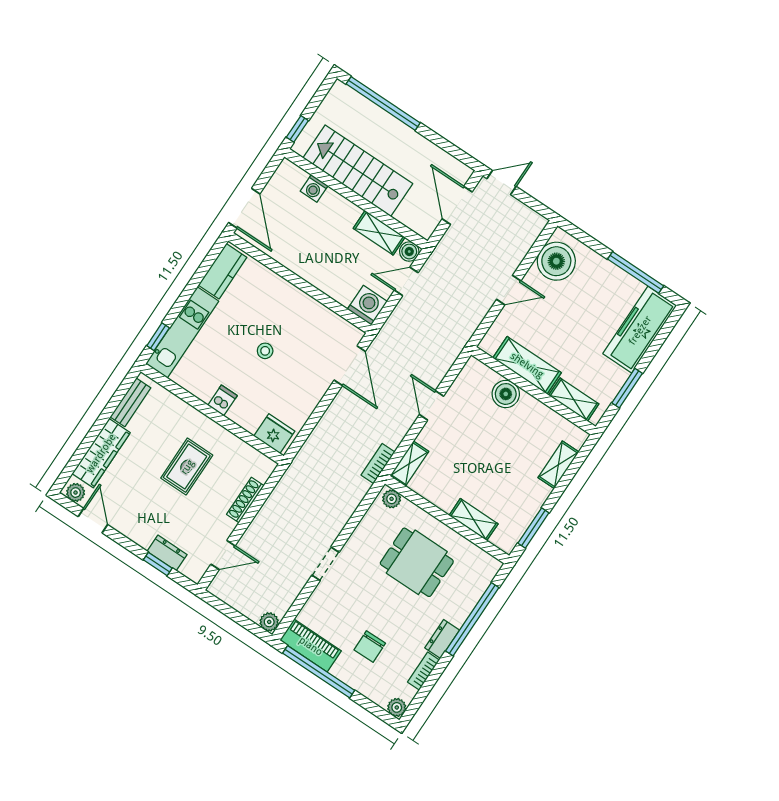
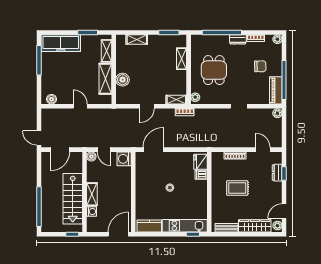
shelving: (379, 233) -> (92, 194), moved
boiler: (556, 261) -> (52, 99), width x0.54, depth x0.54
dishwasher: (222, 400) -> (201, 175), moved

